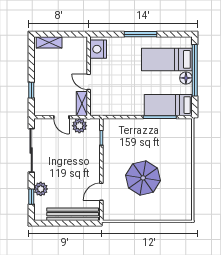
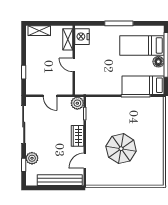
shelving: (82, 104) -> (68, 39), moved
plant: (79, 126) -> (77, 103), moved
wardrobe: (93, 163) -> (78, 136), added

